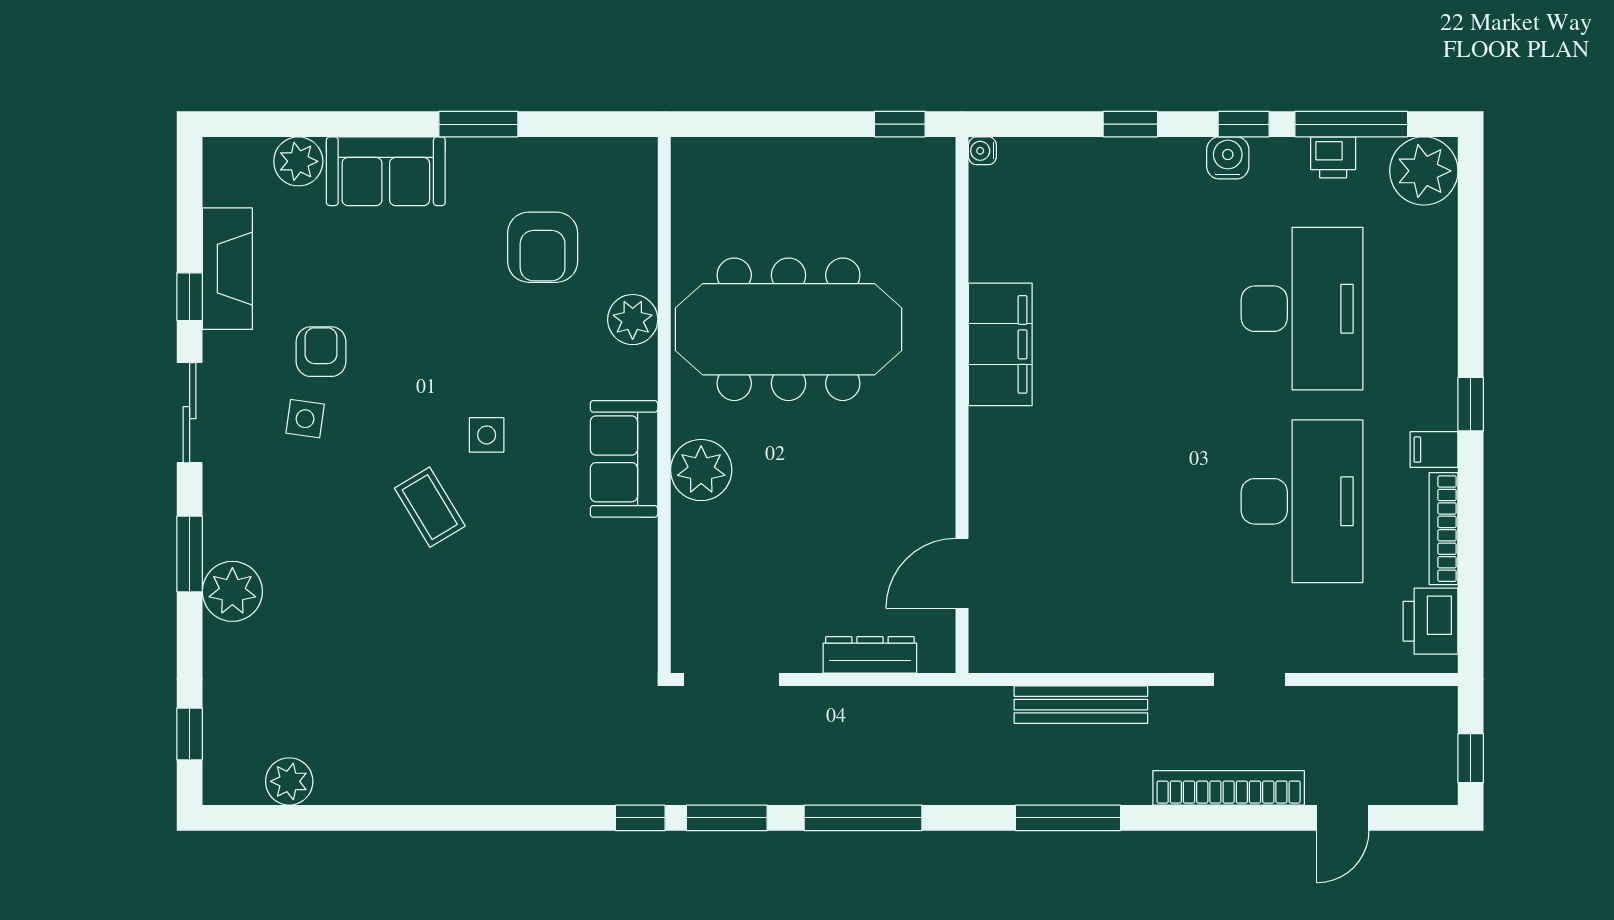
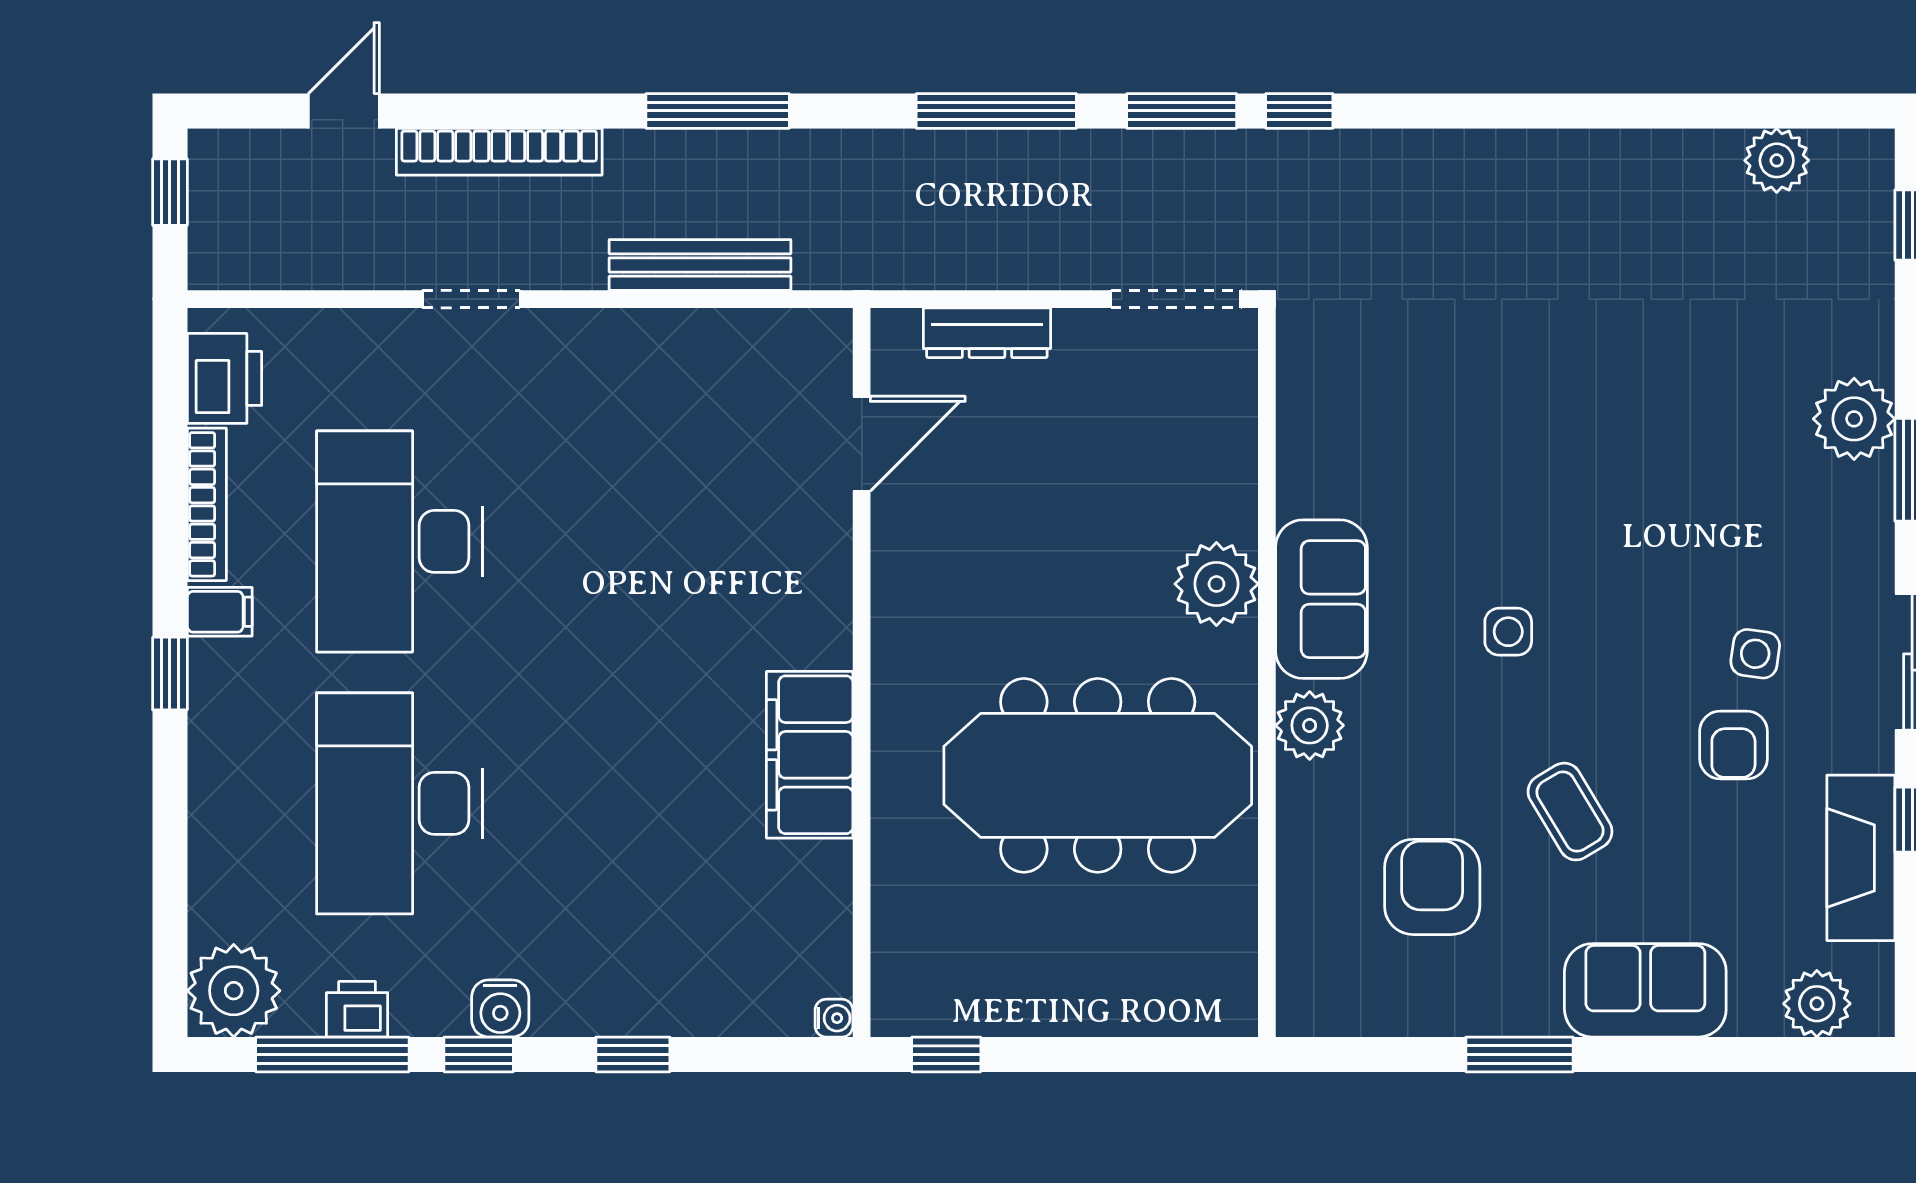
plant: (298, 161) -> (1817, 1004), moved
plant: (633, 320) -> (1310, 725), moved
coffee table: (430, 507) -> (1570, 812), moved

